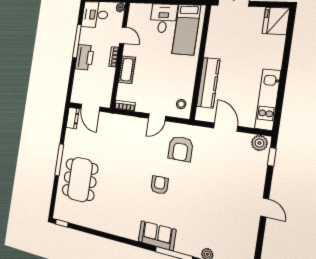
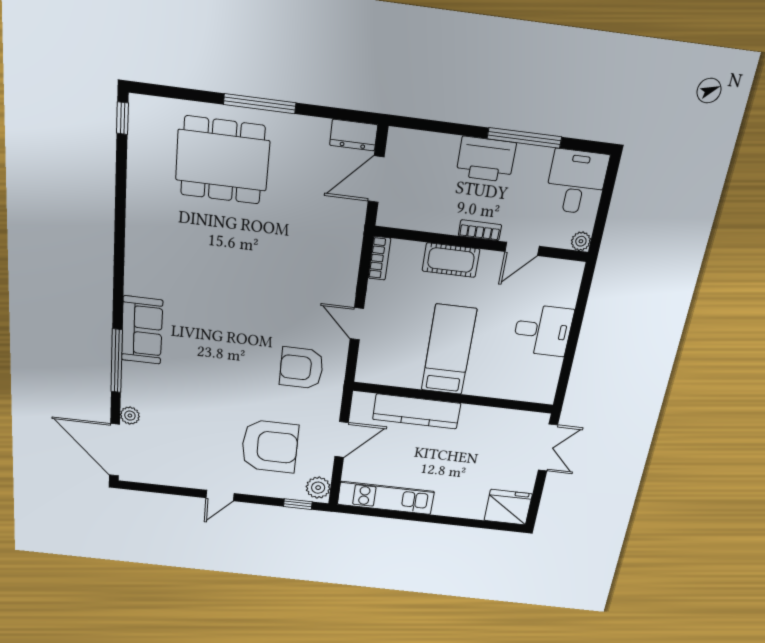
bed: (186, 30) -> (449, 350), moved, turned 90
stool: (181, 104) -> (381, 367), removed
armchair: (159, 185) -> (270, 446), moved, width x1.88, depth x1.88

